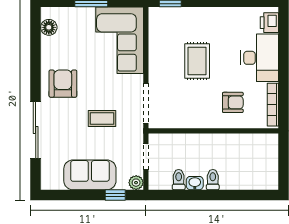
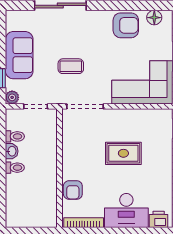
armchair: (63, 84) -> (126, 25), moved
armchair: (233, 102) -> (73, 190), moved
coffee table: (102, 119) -> (71, 66), turned 90

